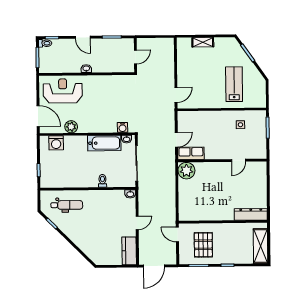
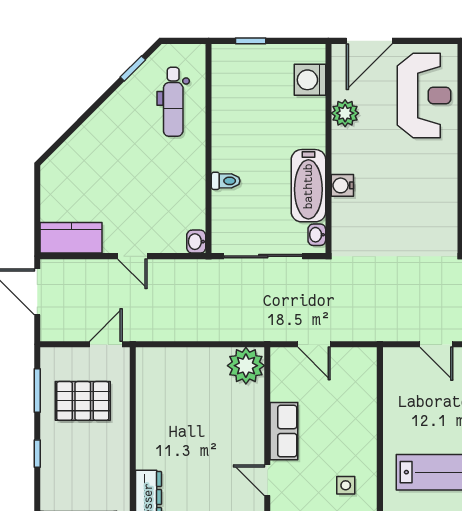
door: (176, 95) -> (436, 344), moved
water cooler: (123, 127) -> (342, 185), moved
row of seats: (191, 153) -> (284, 431), moved

